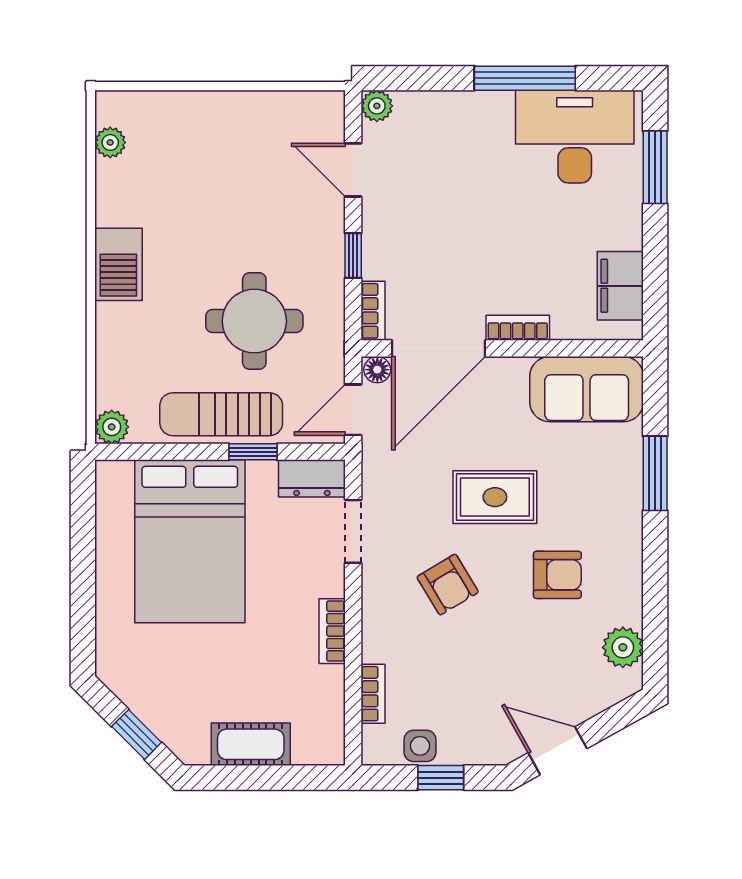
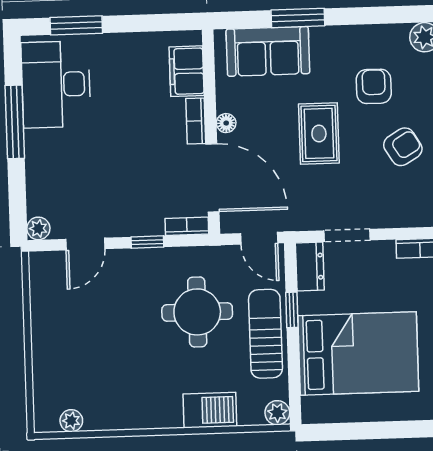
barbecue: (118, 264) -> (210, 410), moved
filing cabinet: (620, 286) -> (187, 71), moved, turned 90
floor lamp: (377, 370) -> (226, 123), moved
sofa: (587, 389) -> (268, 51), moved, turned 90
sun lounger: (221, 414) -> (265, 334), turned 180
armchair: (448, 585) -> (403, 147), moved

